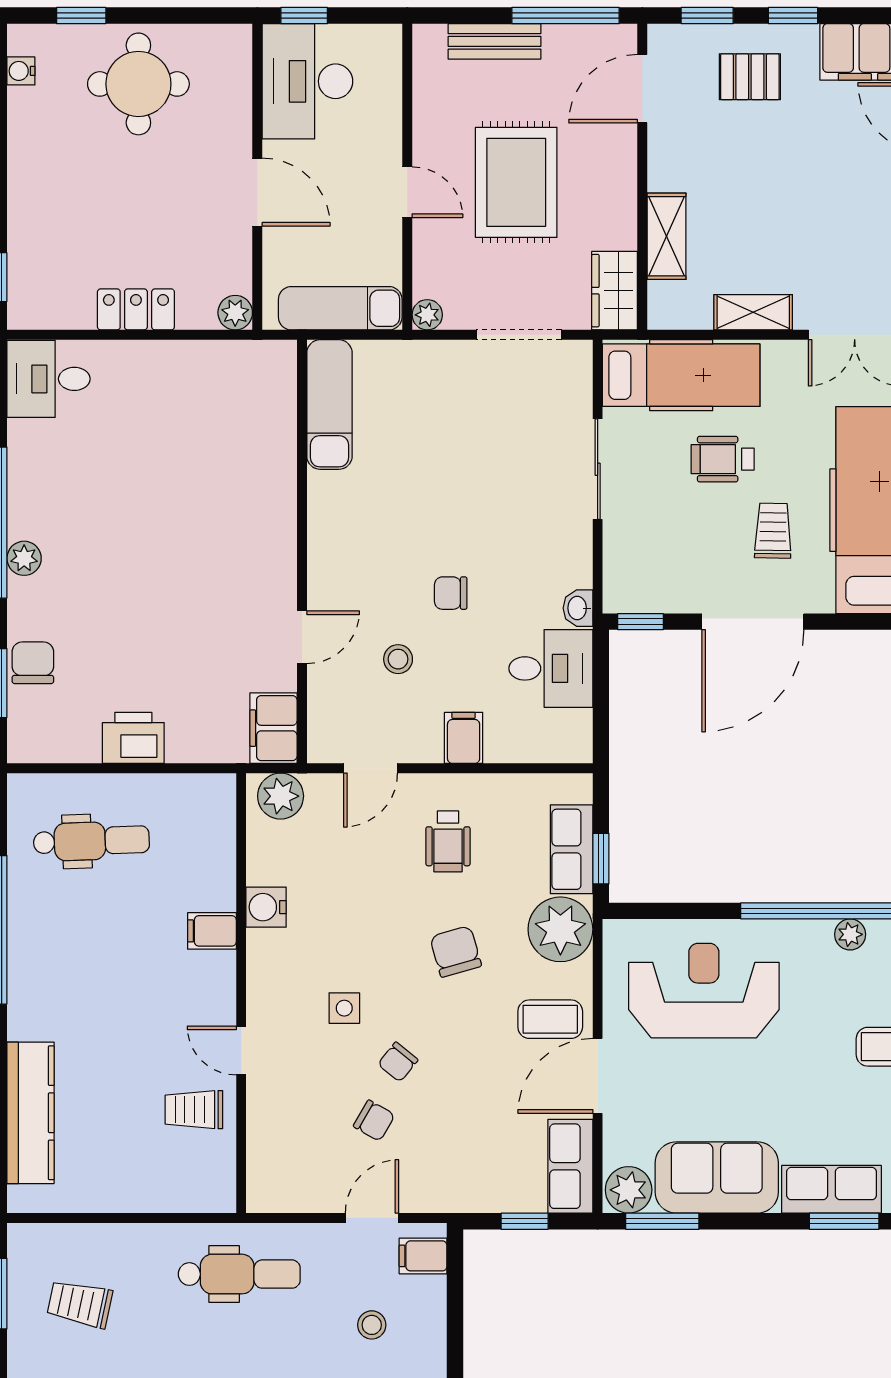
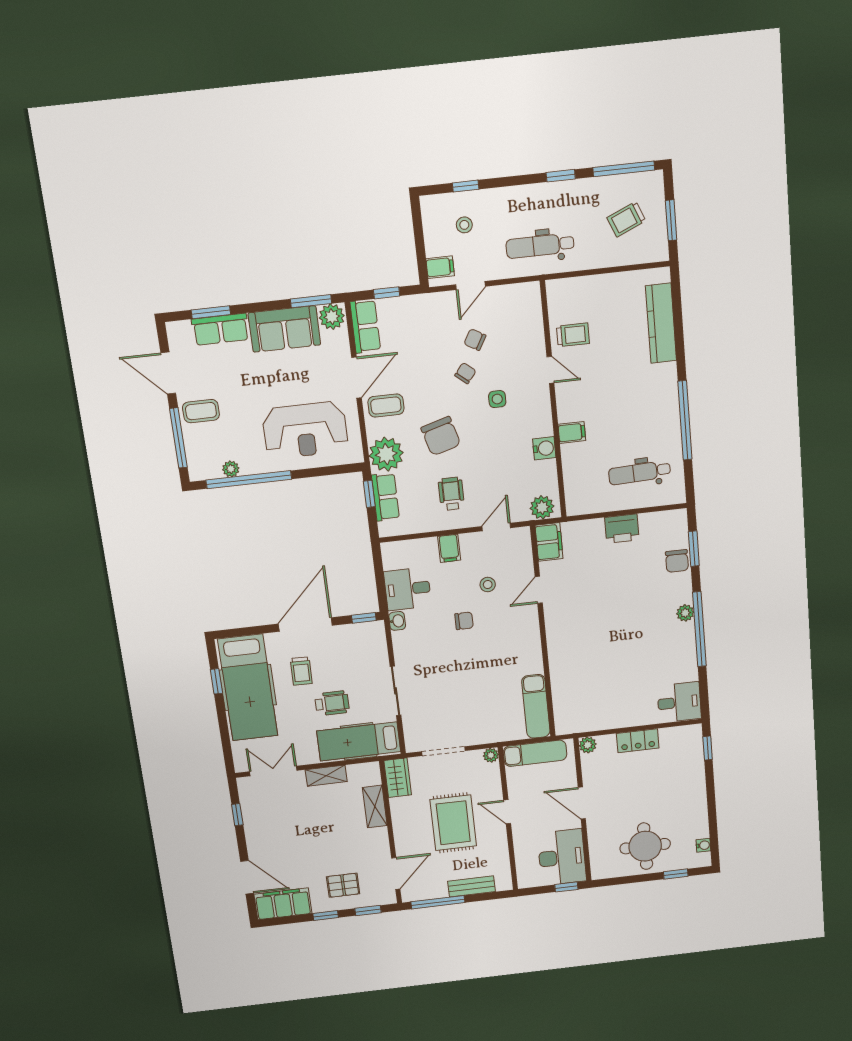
chair: (456, 951) -> (441, 436), width x1.37, depth x1.37
trolley: (80, 1304) -> (626, 219), turned 145

